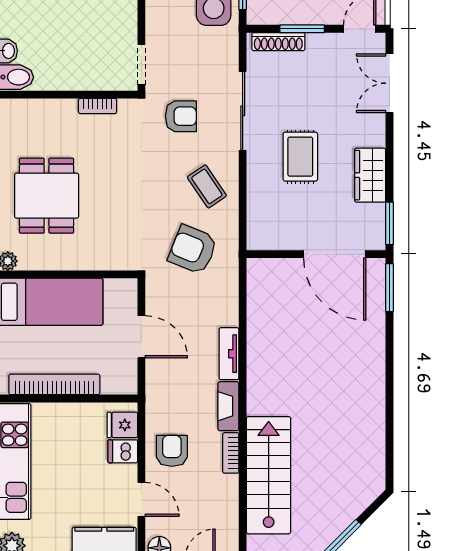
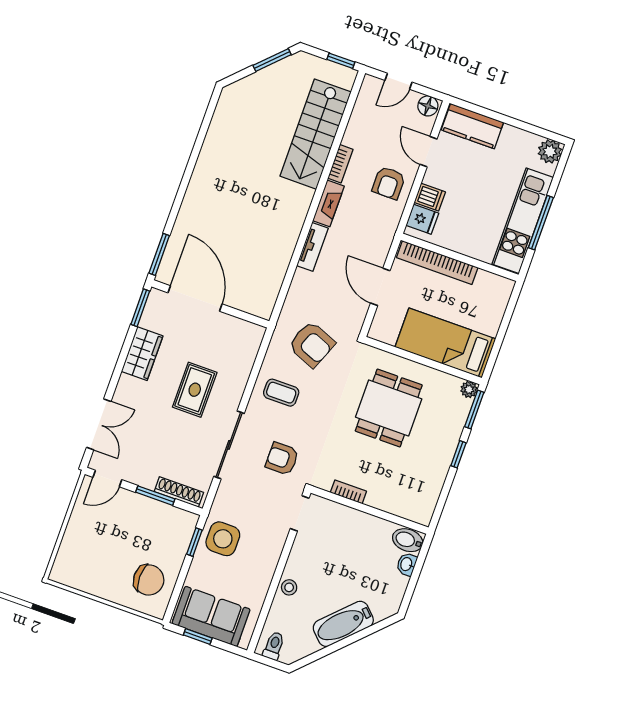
coffee table: (207, 186) -> (281, 393), turned -56
dining table: (47, 196) -> (389, 408), moved
bookcase: (54, 384) -> (437, 263), moved

